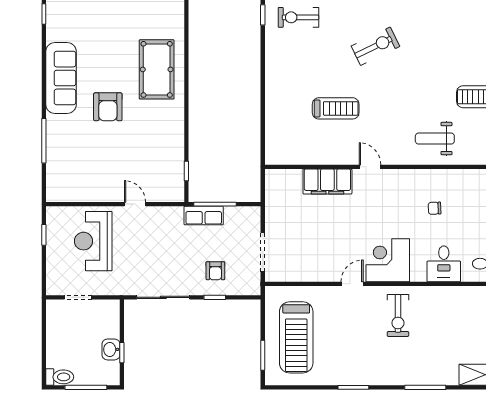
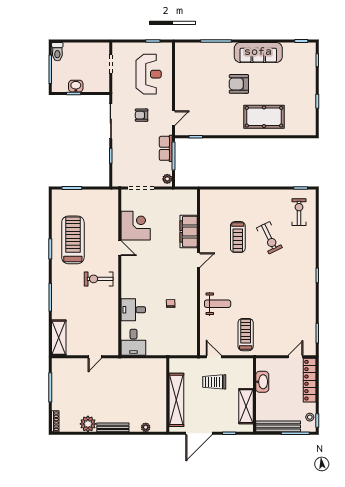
exercise bike: (375, 46) -> (269, 238), moved
weight bench: (435, 139) -> (218, 304), turned 90
door: (135, 204) -> (173, 118), moved
plant: (249, 213) -> (167, 179), added
reception desk: (93, 241) -> (149, 74), turned 90
corner desk: (388, 260) -> (136, 226), moved
armchair: (215, 271) -> (142, 115), moved
treadmill: (296, 337) -> (73, 240), moved, turned 90

